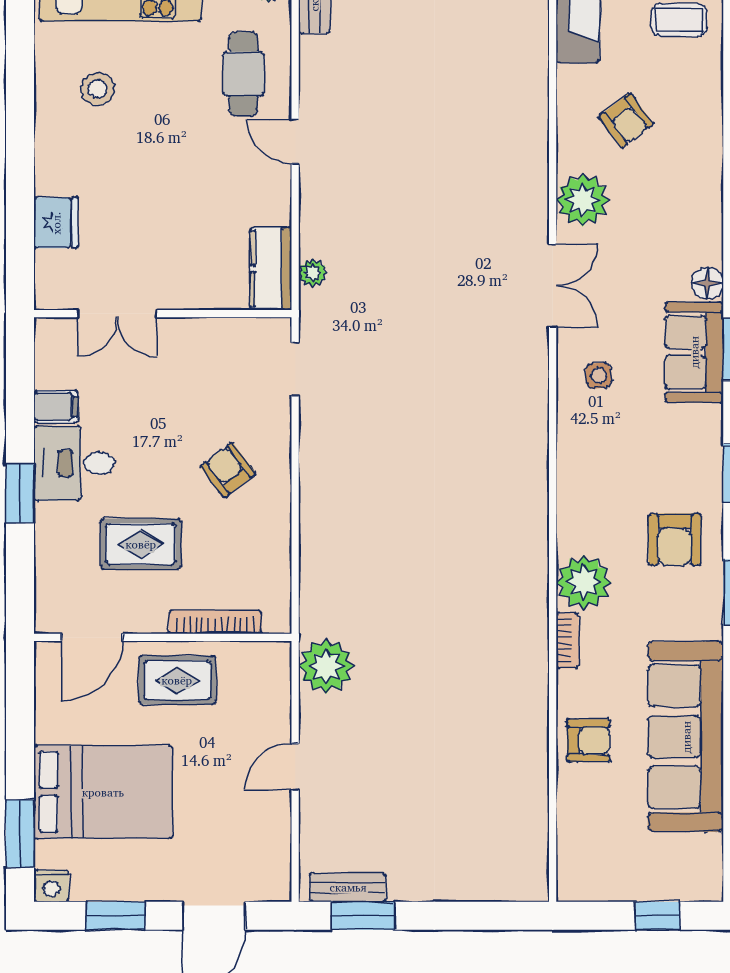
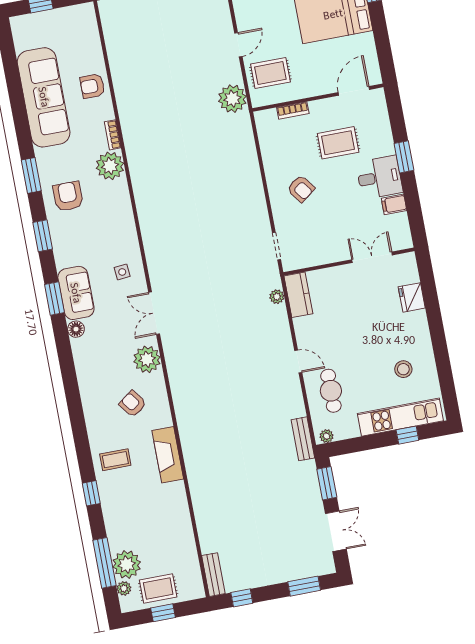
bookcase: (215, 622) -> (293, 110), width x0.64
rug: (177, 680) -> (270, 73), moved

